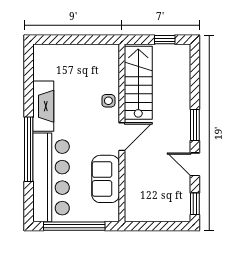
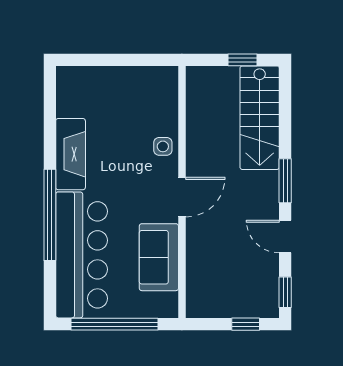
stairs: (138, 83) -> (260, 118), moved, turned 180
window: (167, 226) -> (246, 324), added

